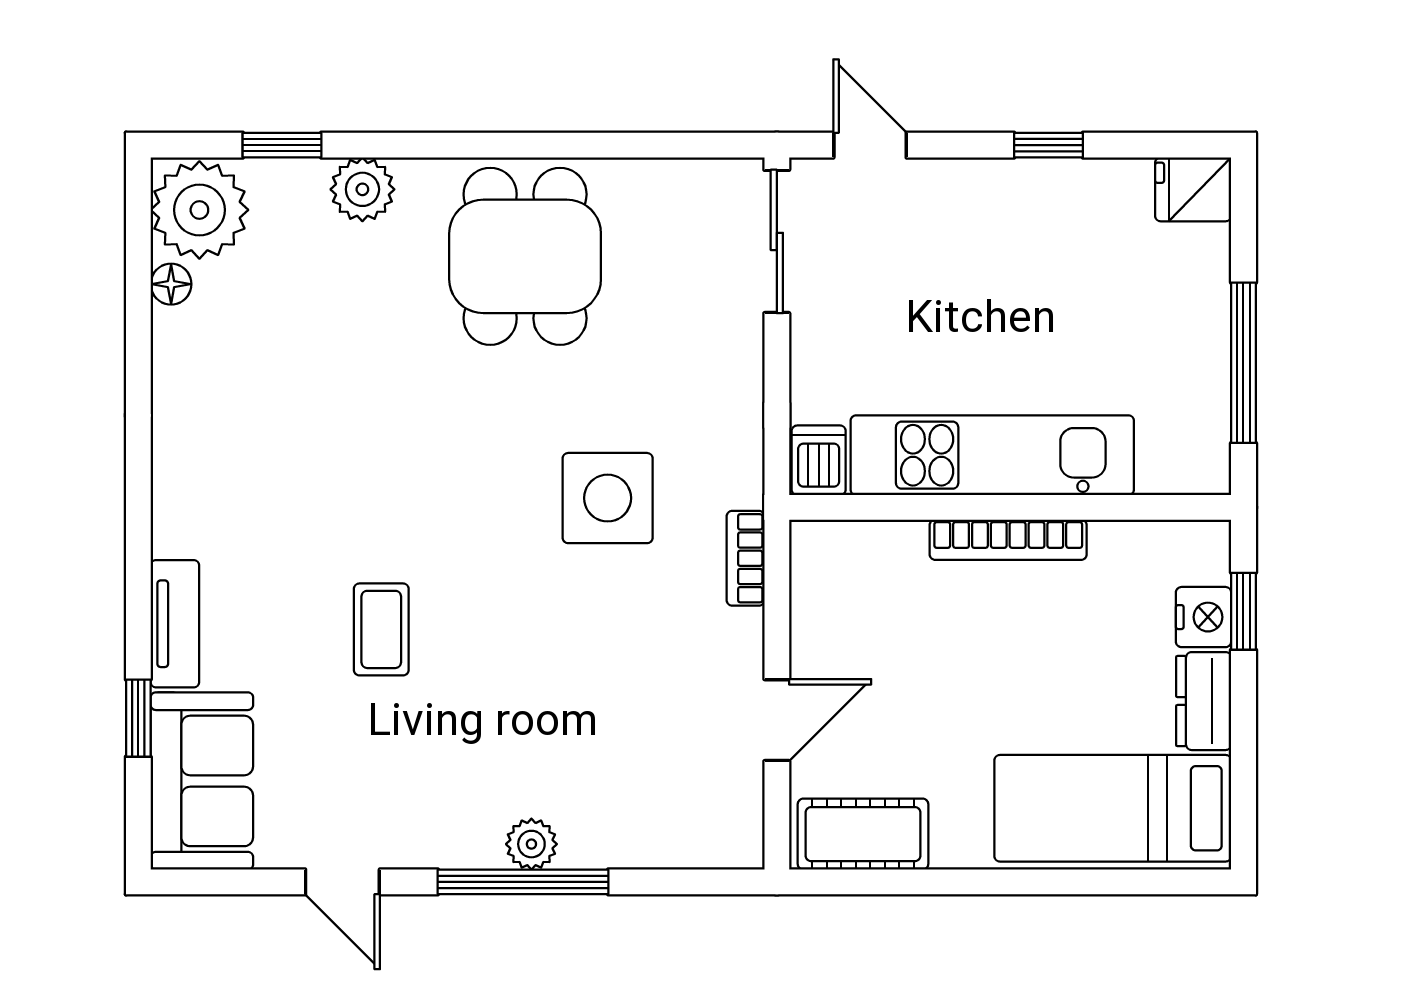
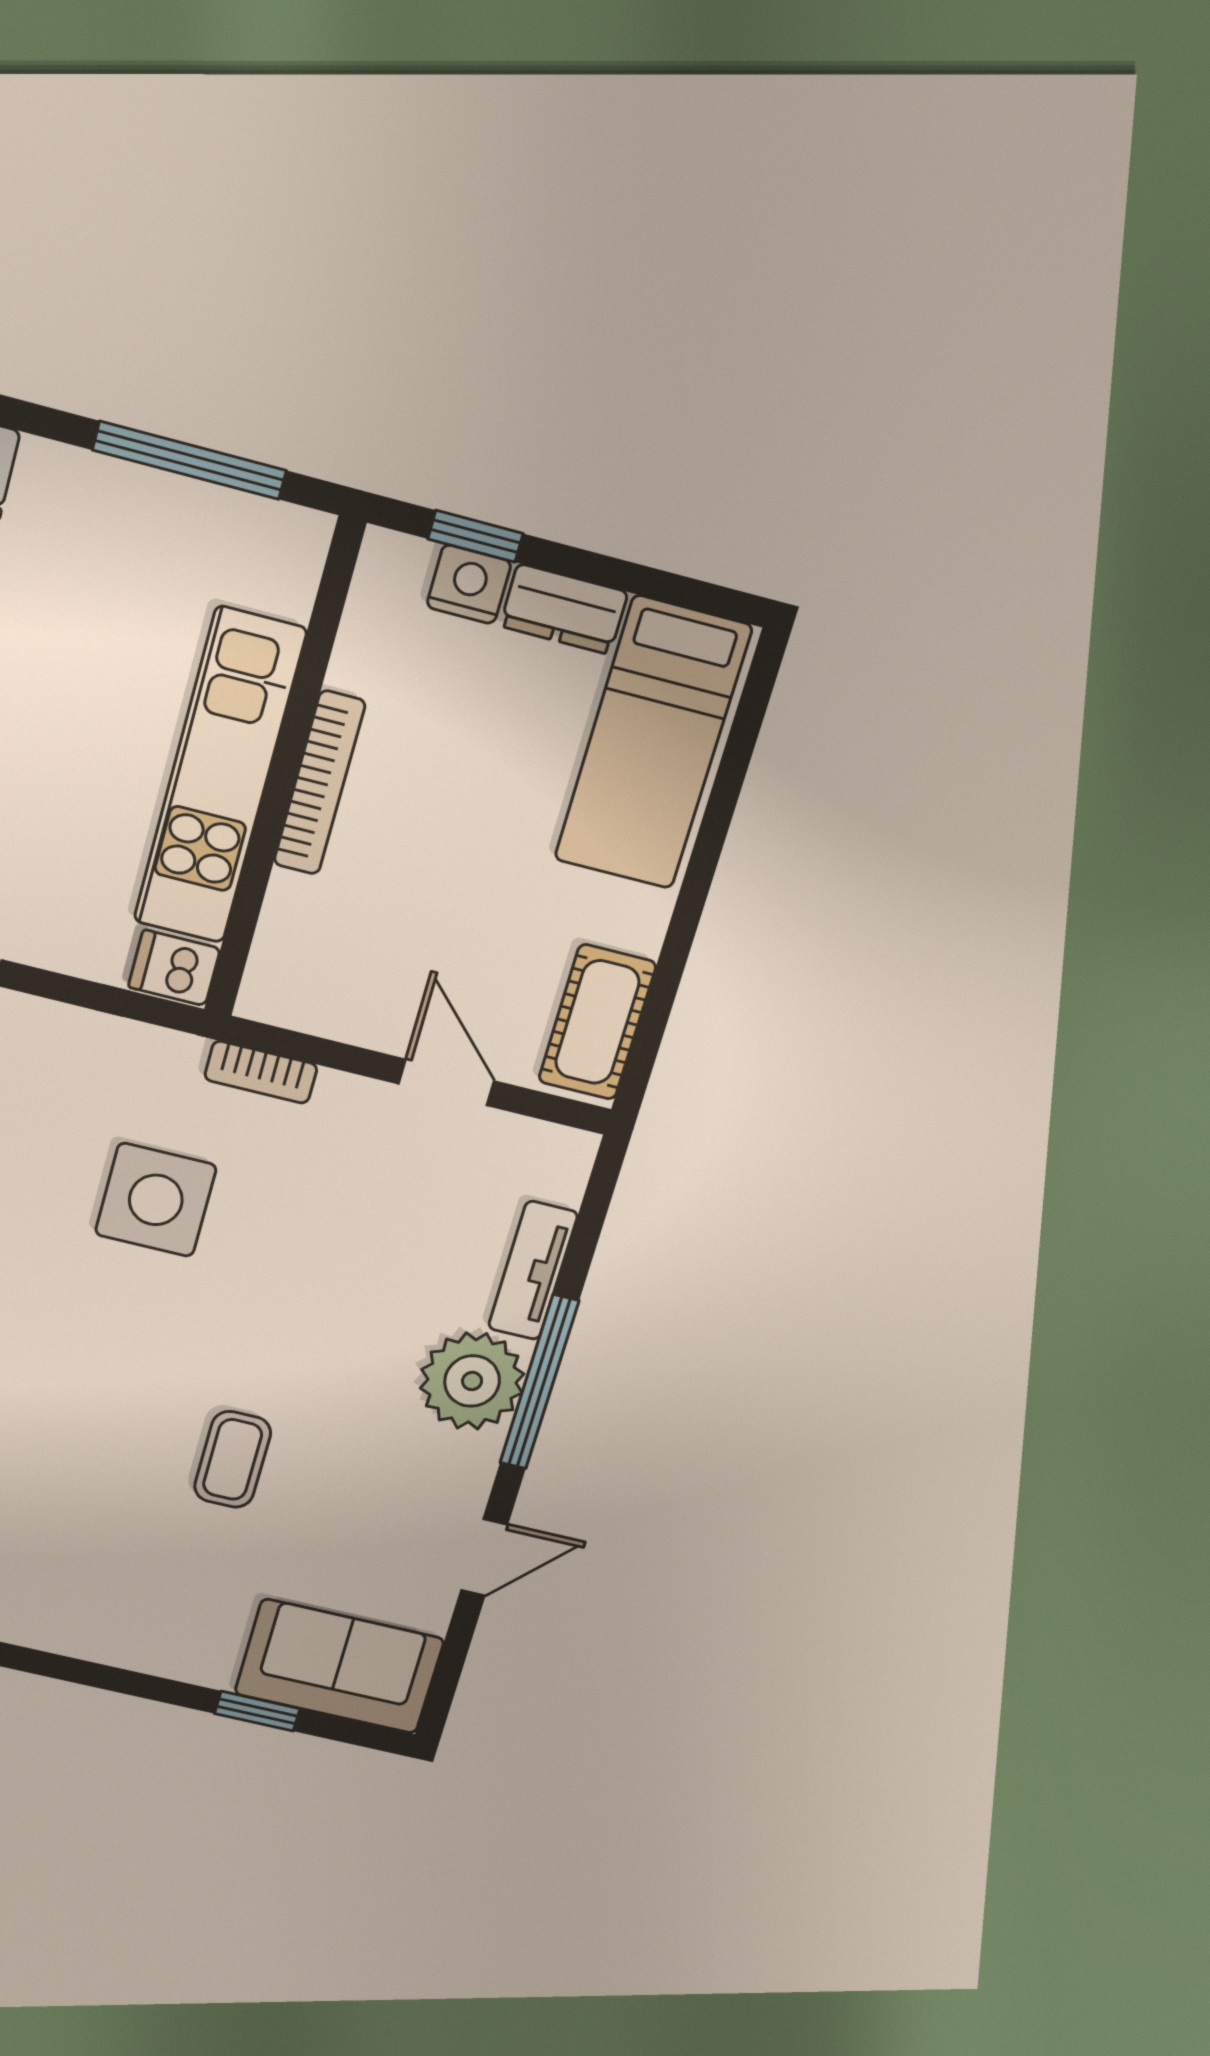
tv unit: (175, 624) -> (533, 1271), moved, turned -90
coffee table: (381, 629) -> (233, 1459), turned 90
plant: (531, 844) -> (472, 1381), width x1.88, depth x1.88

